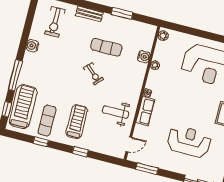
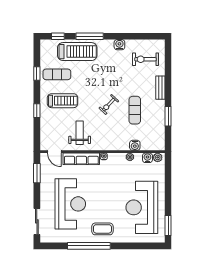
water cooler: (161, 47) -> (147, 158), added
treadmill: (23, 107) -> (77, 52), moved
row of seats: (145, 111) -> (81, 159), width x1.48
reception desk: (189, 142) -> (70, 204), width x1.36, depth x1.30

